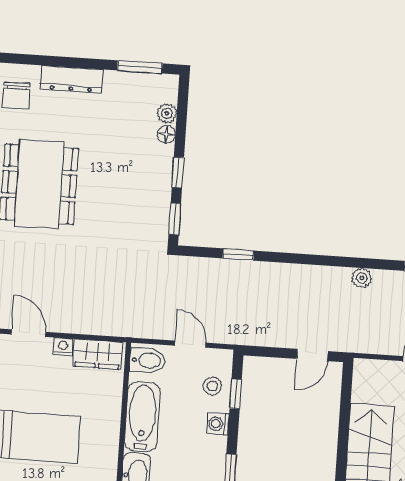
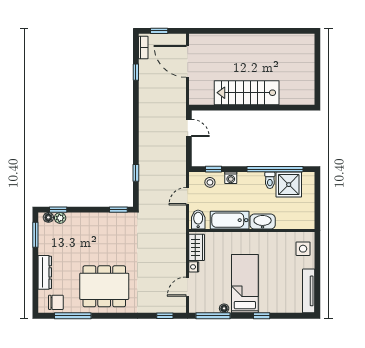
floor lamp: (166, 134) -> (48, 217), moved
window: (178, 173) -> (58, 210), moved
plant: (362, 278) -> (144, 103), removed

